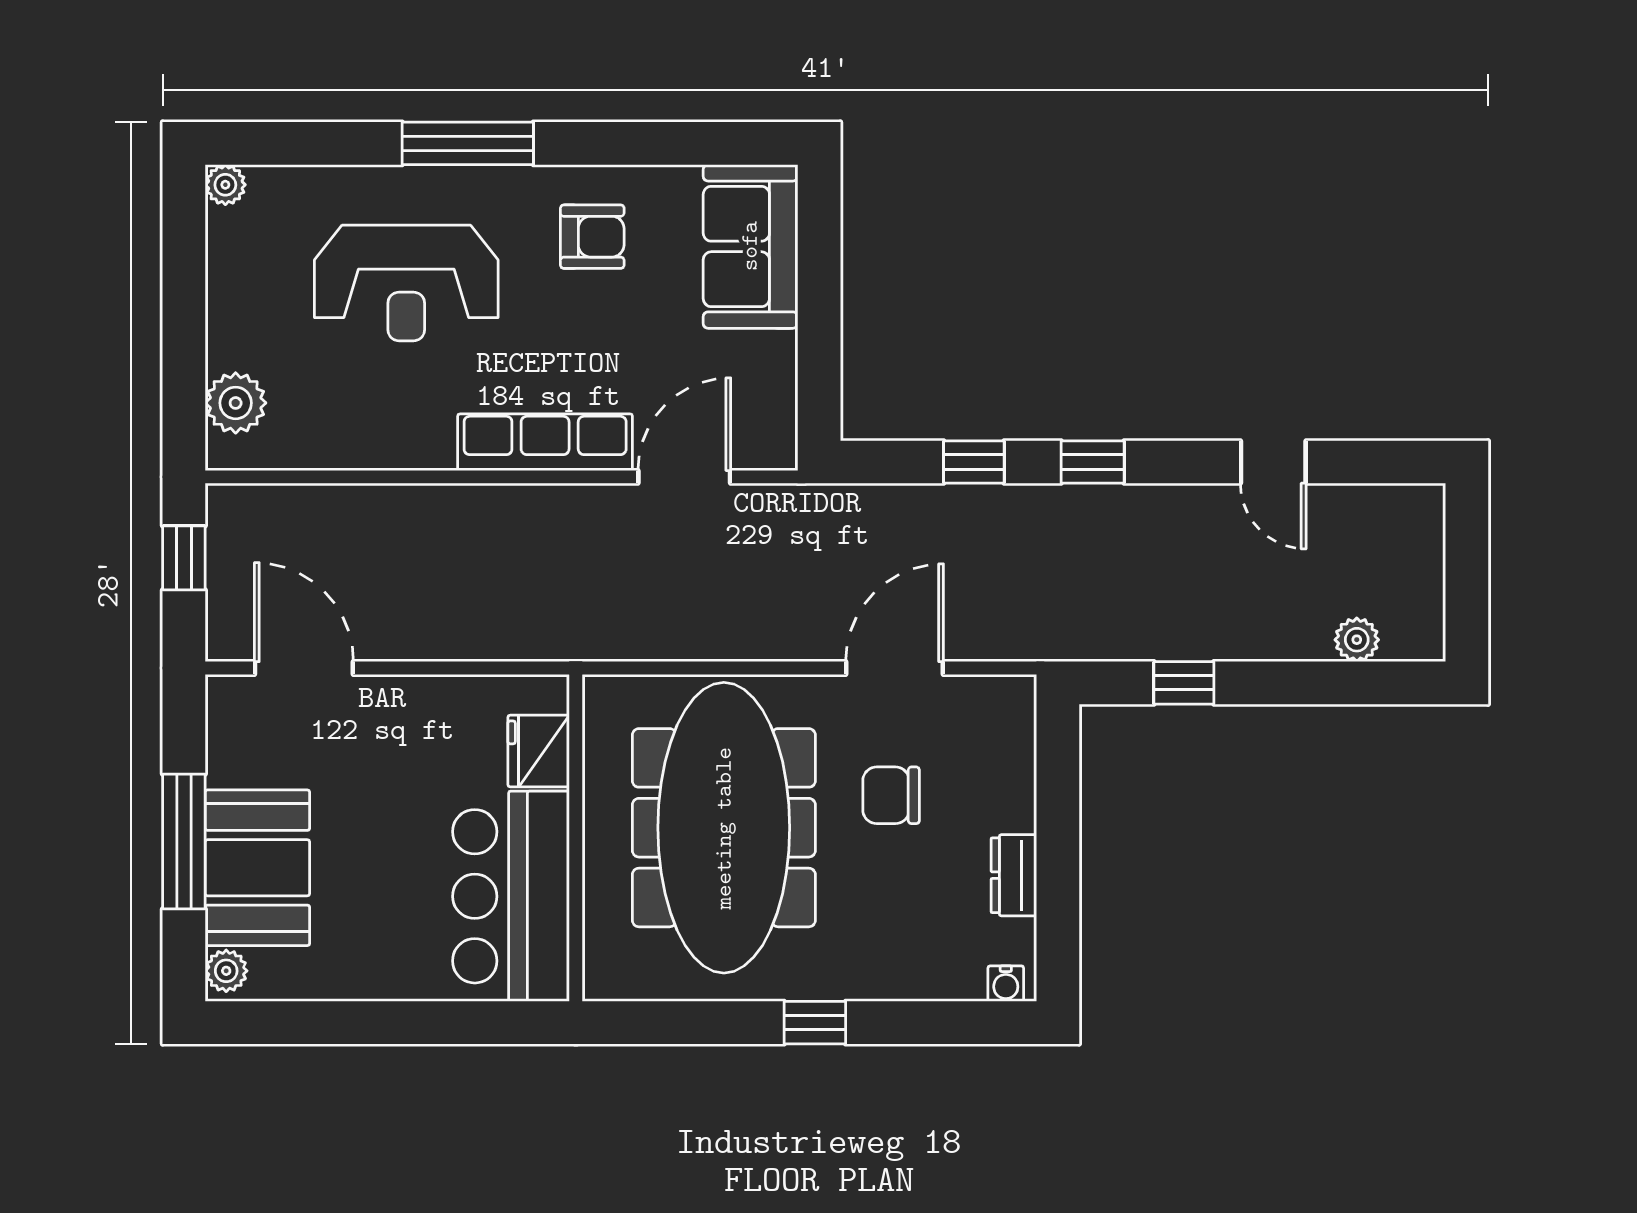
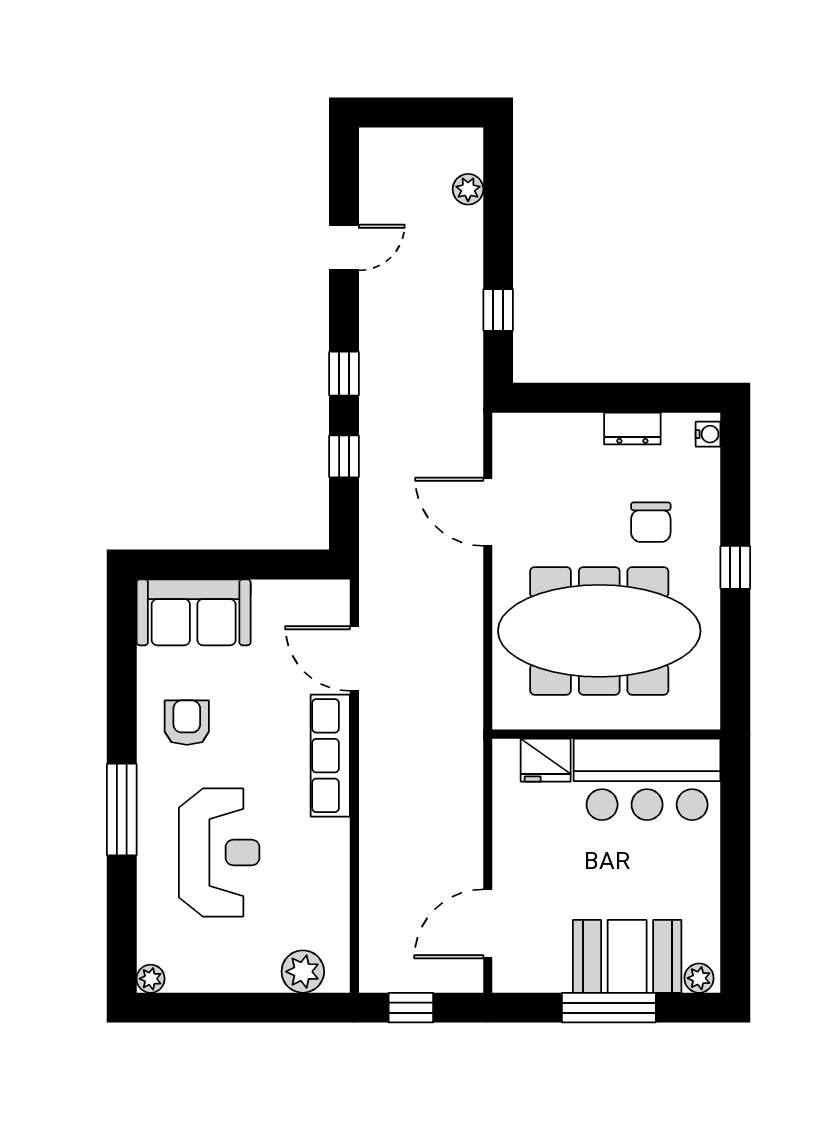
chair: (891, 795) -> (651, 522), moved

